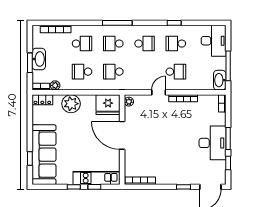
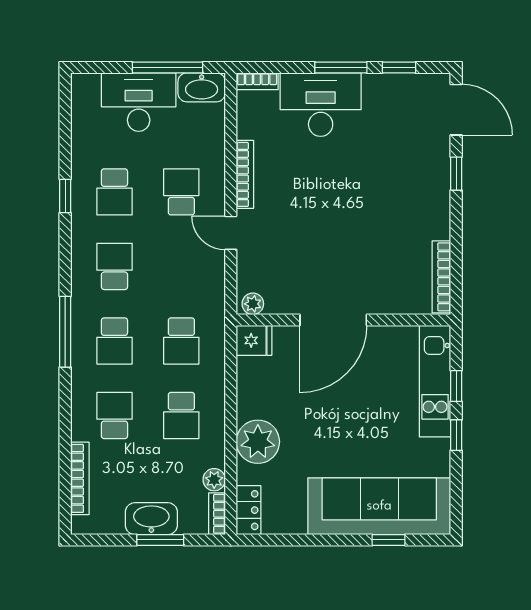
desk: (214, 41) -> (139, 102), moved
fridge: (108, 105) -> (254, 340), width x0.53, depth x0.75
desk: (212, 143) -> (321, 105), moved

